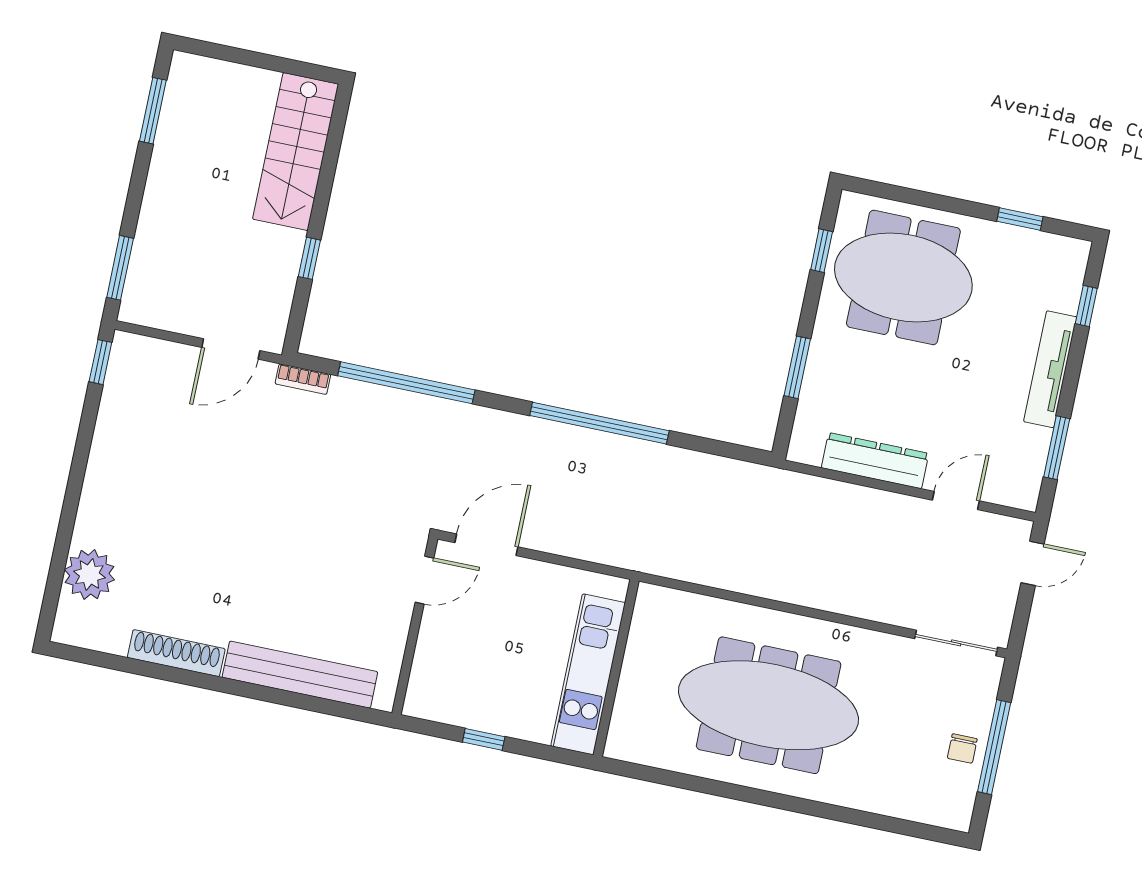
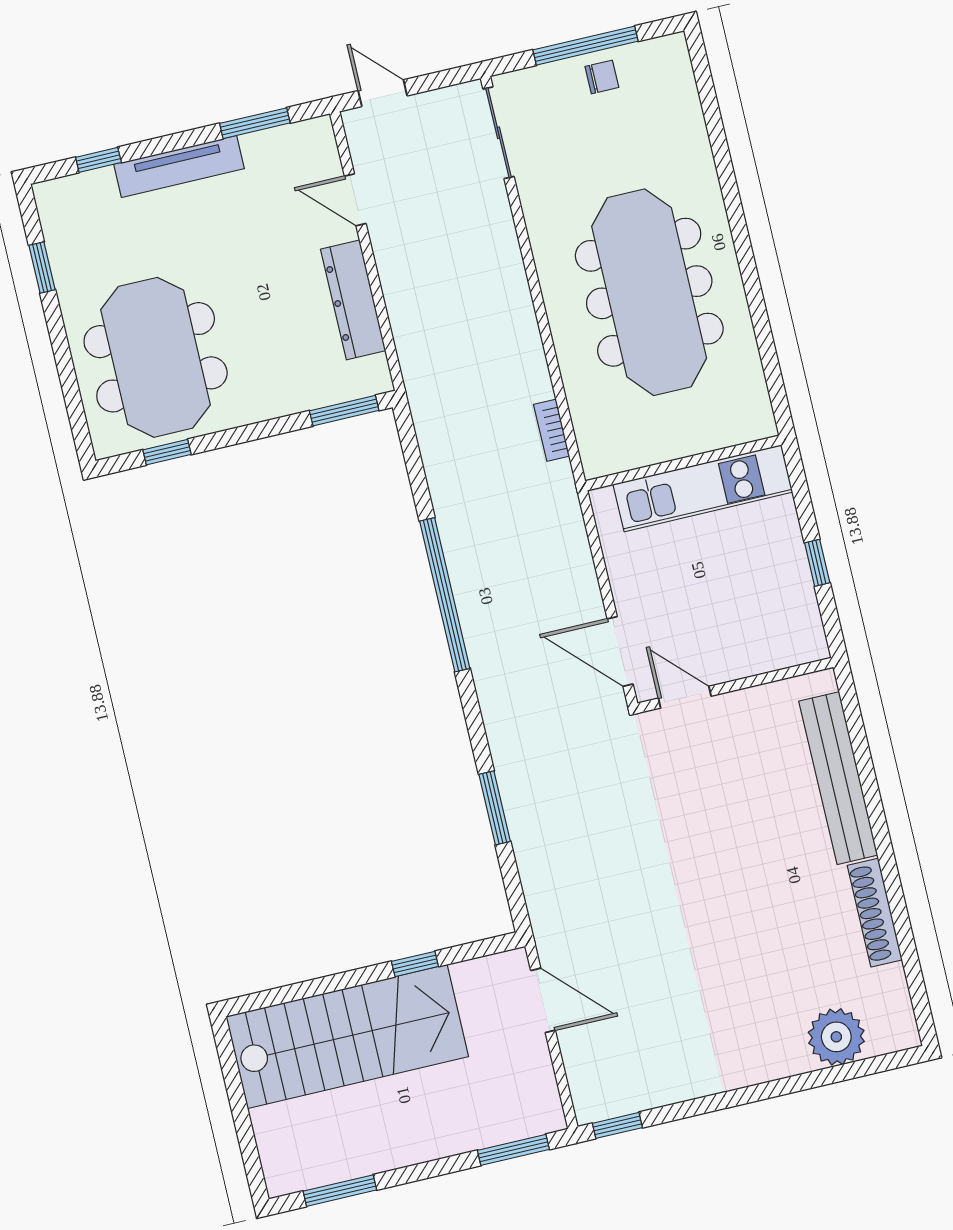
stairs: (296, 152) -> (347, 1036), width x1.36, depth x1.51
window: (797, 367) -> (344, 411), moved
bookcase: (303, 379) -> (551, 430), moved, turned 180
window: (406, 383) -> (495, 808), width x0.47

